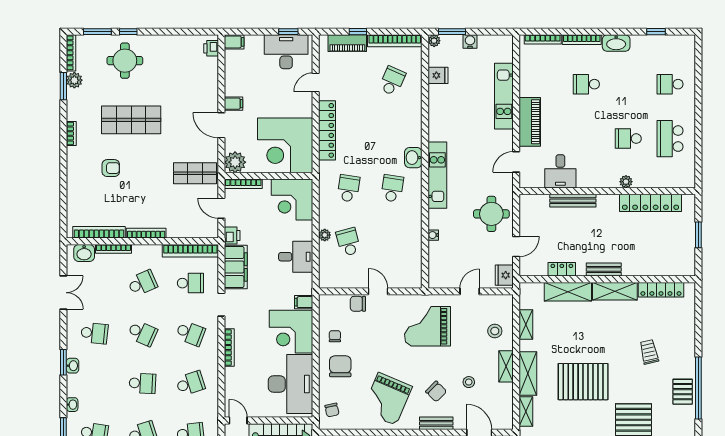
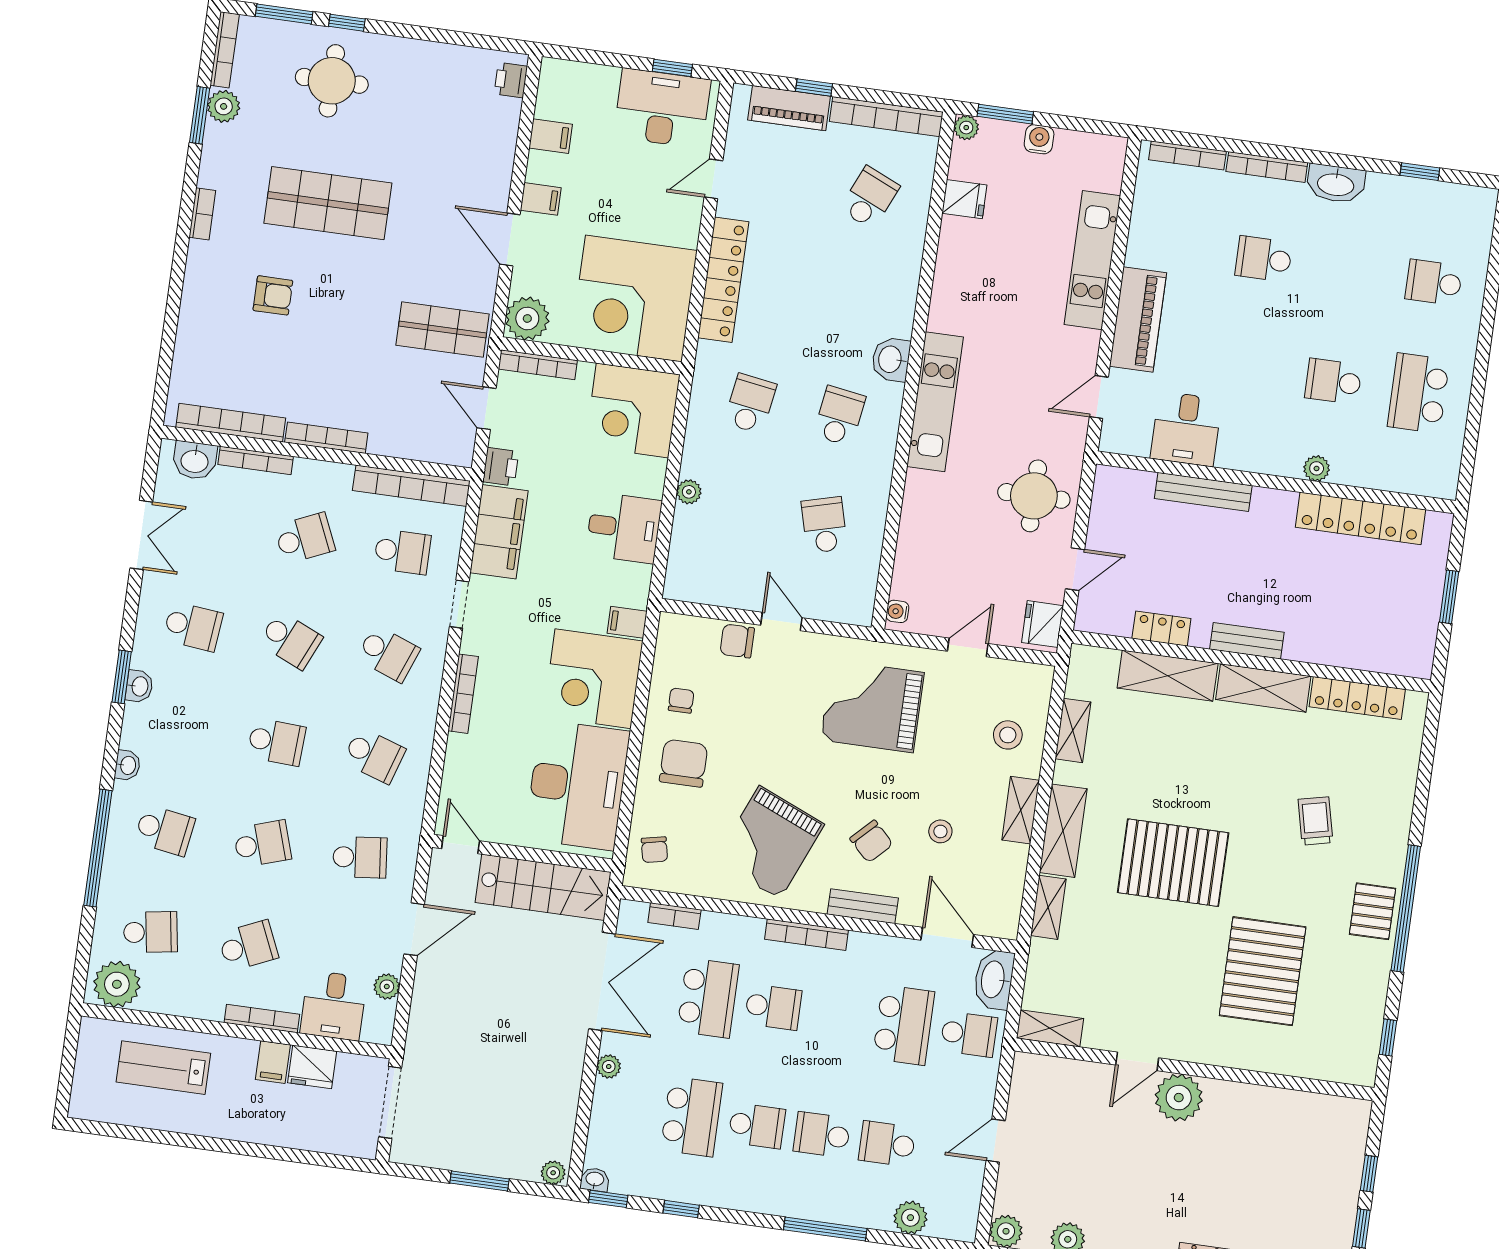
filing cabinet: (234, 42) -> (551, 136), moved
water cooler: (433, 235) -> (897, 611), moved
school desk: (348, 242) -> (824, 525), moved
school desk: (190, 383) -> (374, 755), turned 36

